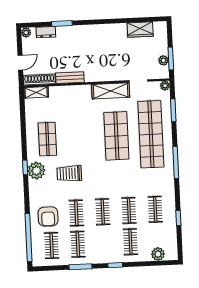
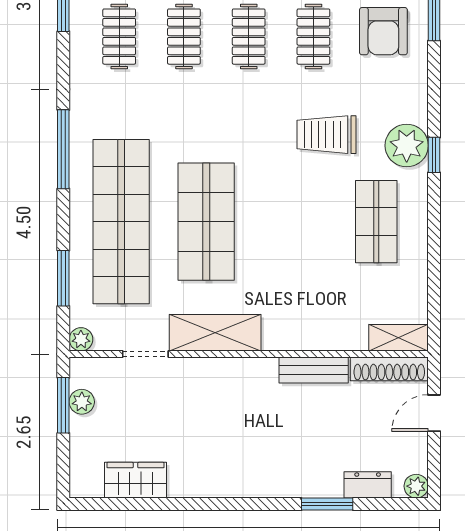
trolley: (69, 174) -> (326, 135), turned 180
armchair: (48, 217) -> (383, 31), turned 180

